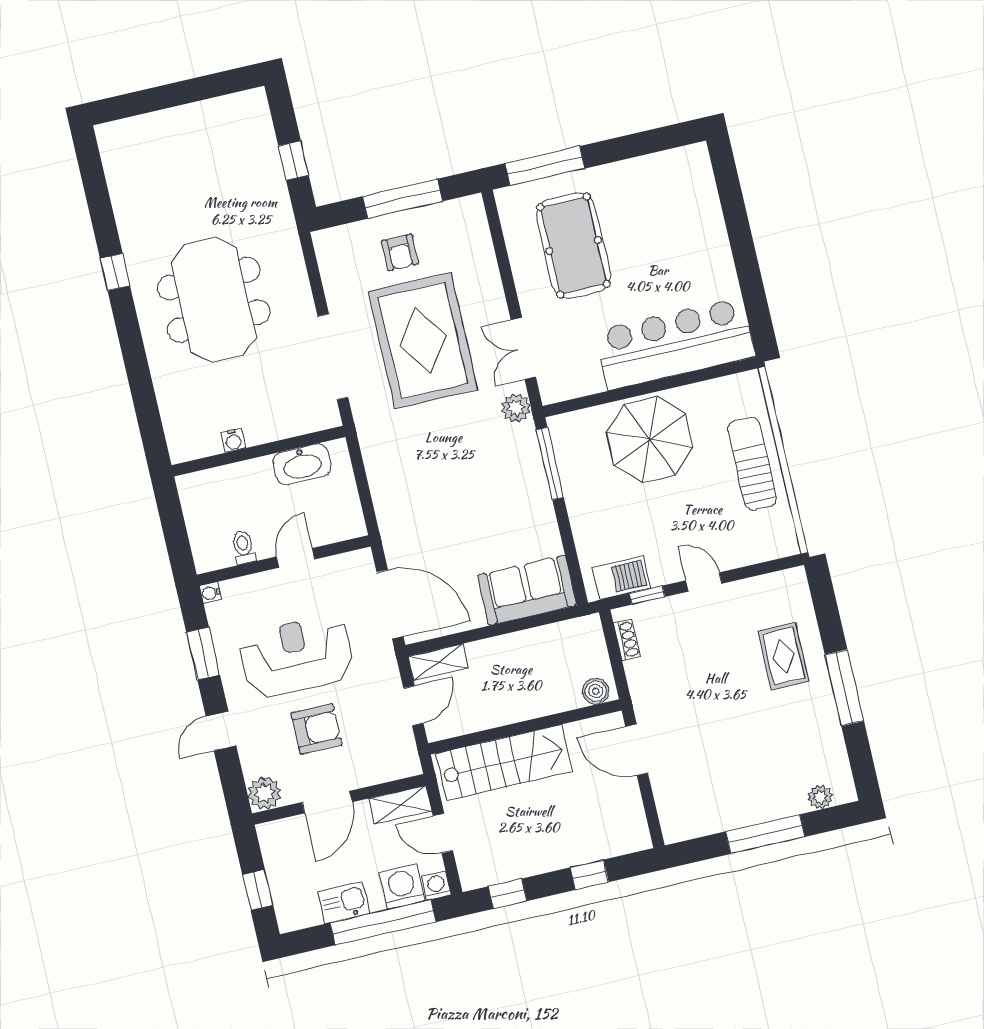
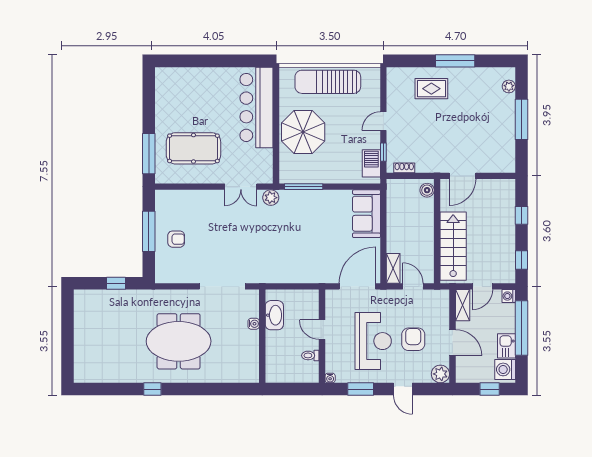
rug: (423, 341) -> (225, 238), removed
water cooler: (233, 440) -> (254, 324), moved
sun lounger: (752, 464) -> (328, 82), width x1.36, depth x1.34
reception desk: (296, 656) -> (373, 341), turned 180
washing machine: (402, 887) -> (505, 369), moved

